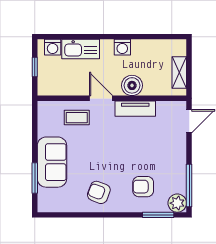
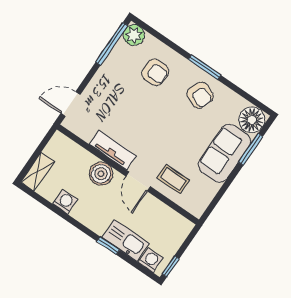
window: (91, 37) -> (108, 246), added
washing machine: (122, 47) -> (65, 202), moved
window: (35, 67) -> (171, 266), moved
shelving: (179, 73) -> (37, 172), moved
floor lamp: (49, 200) -> (252, 120), added
window: (158, 215) -> (205, 67), moved

